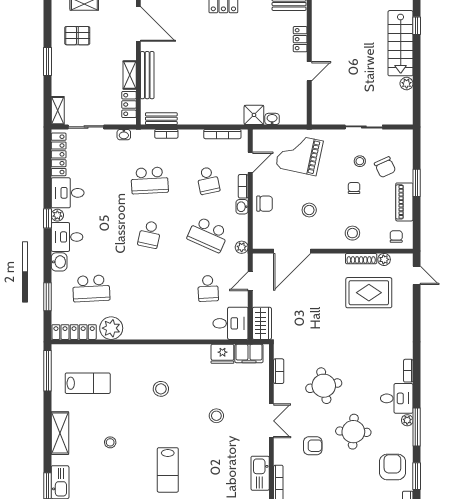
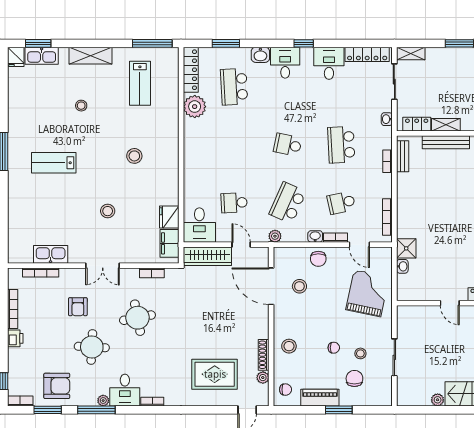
chair: (385, 167) -> (354, 379), turned 115
stool: (309, 210) -> (299, 286), moved
plant: (57, 215) -> (307, 53), removed
rug: (369, 293) -> (215, 374), moved, turned 90
wardrobe: (262, 323) -> (207, 256), width x1.50

